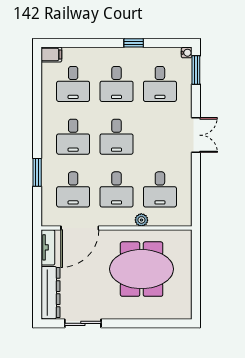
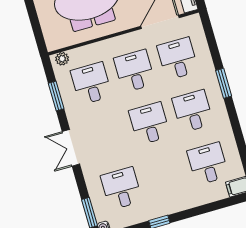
desk: (117, 84) -> (165, 176), removed
window: (37, 172) -> (224, 83), moved
window: (196, 187) -> (56, 96), added
plant: (141, 220) -> (62, 59), moved

